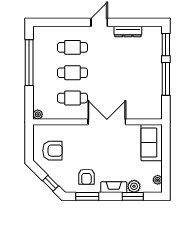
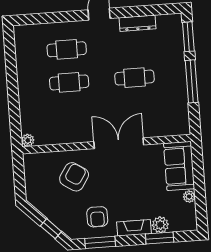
window: (29, 63) -> (12, 73), removed
cafe table: (72, 98) -> (134, 78), moved
armchair: (52, 151) -> (74, 177), moved, turned -57
plant: (158, 180) -> (189, 197), moved

